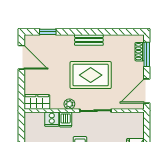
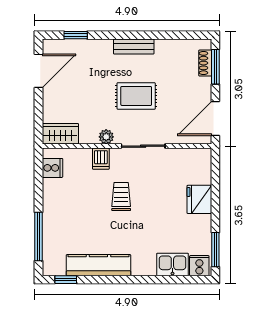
door: (21, 57) -> (39, 71), hinge flipped
rug: (91, 75) -> (136, 96), width x0.73, depth x0.70
cooker: (52, 119) -> (52, 168), moved, turned -90

